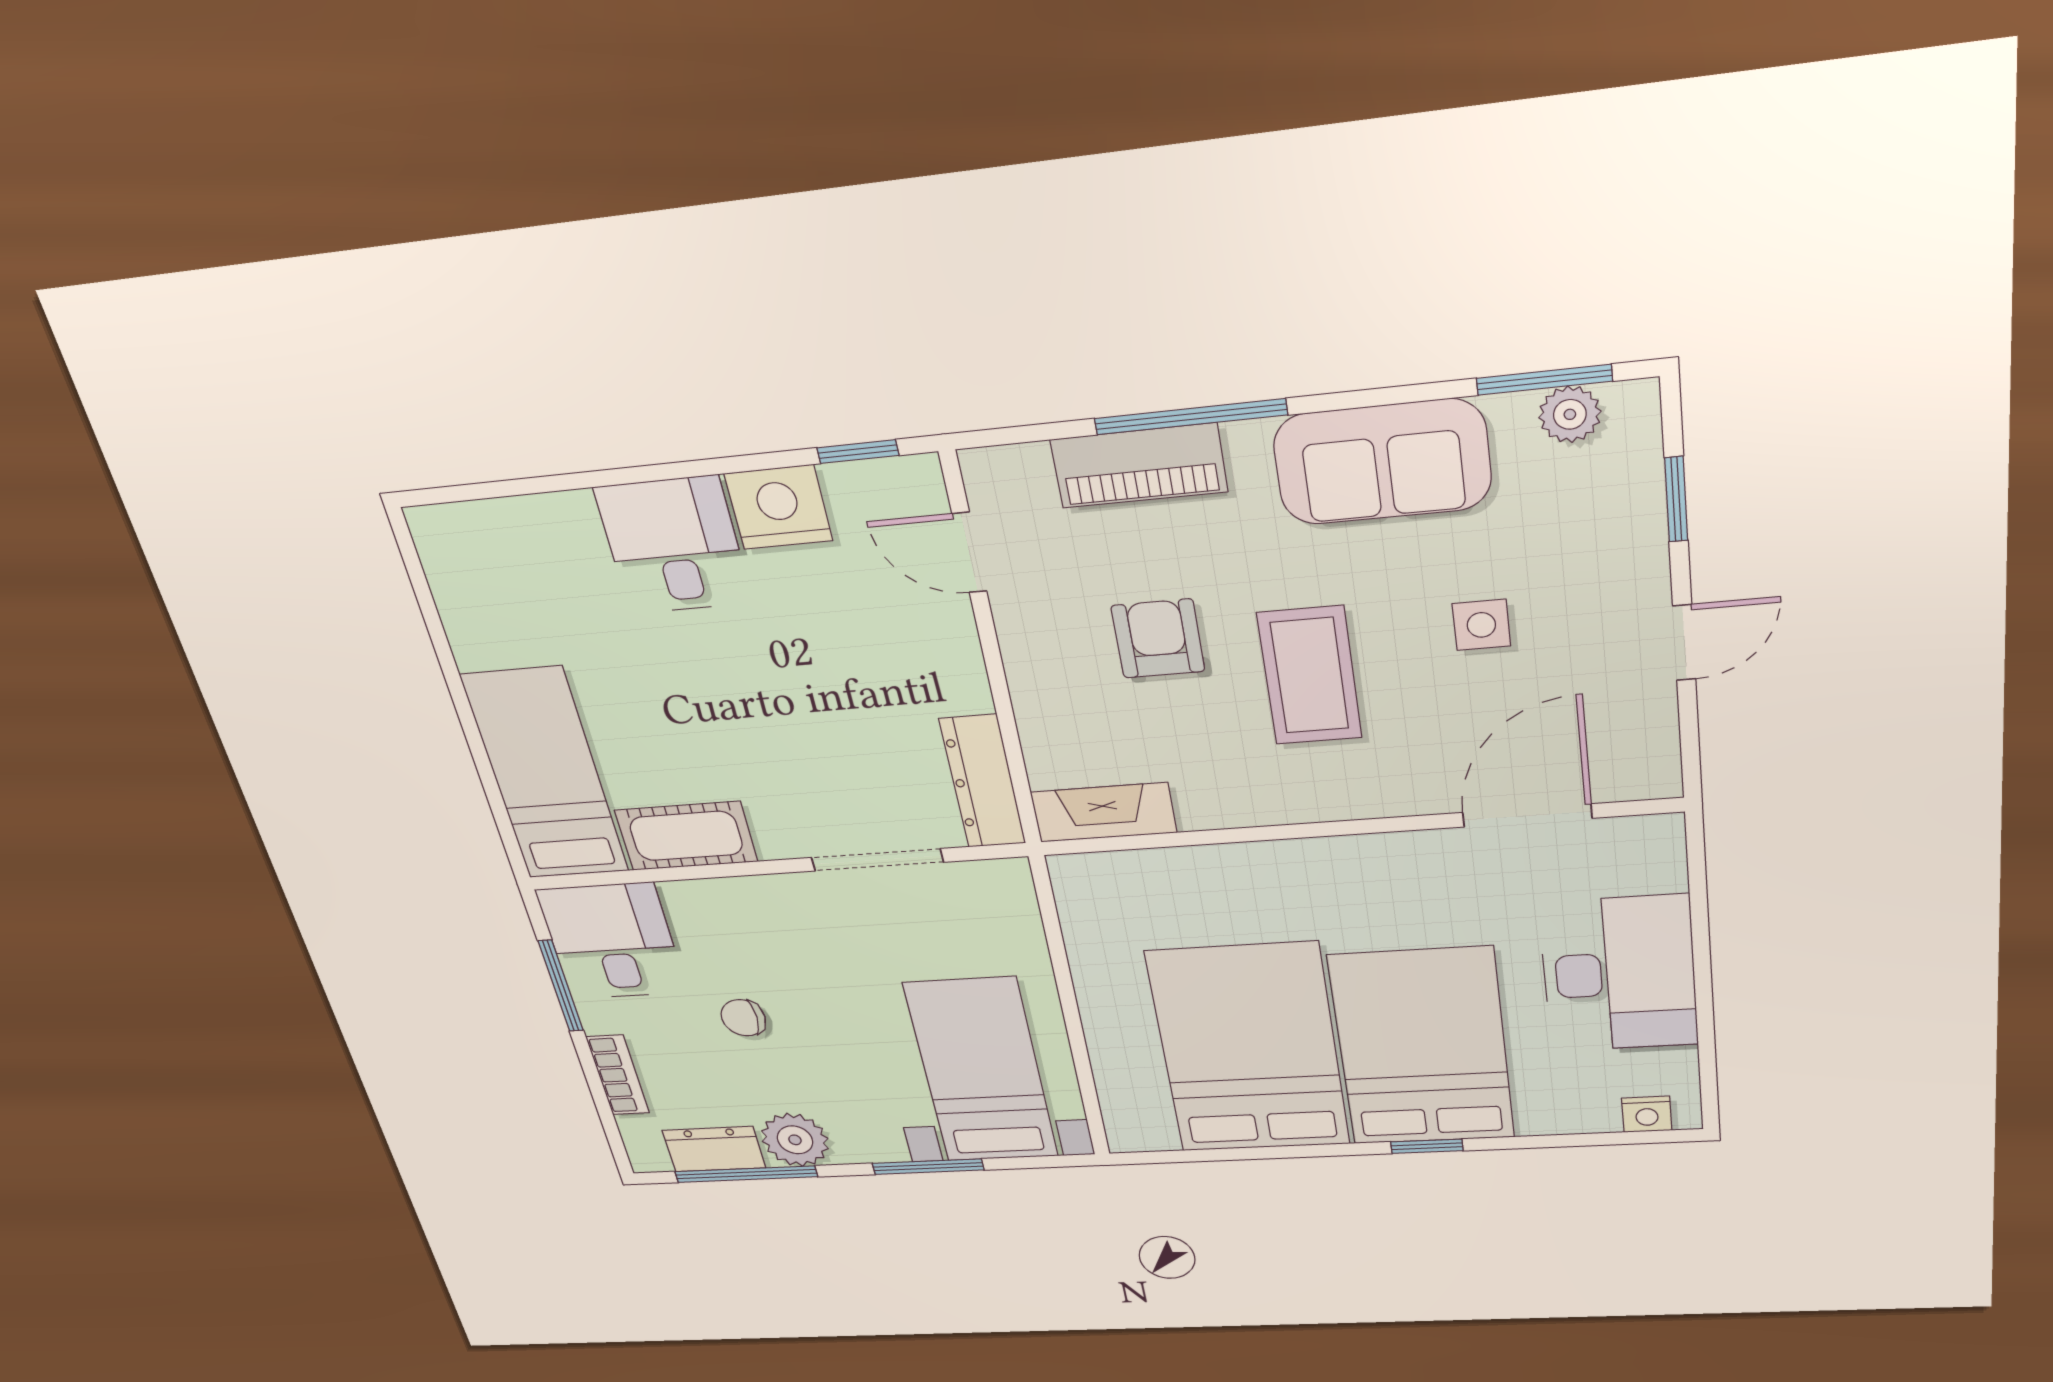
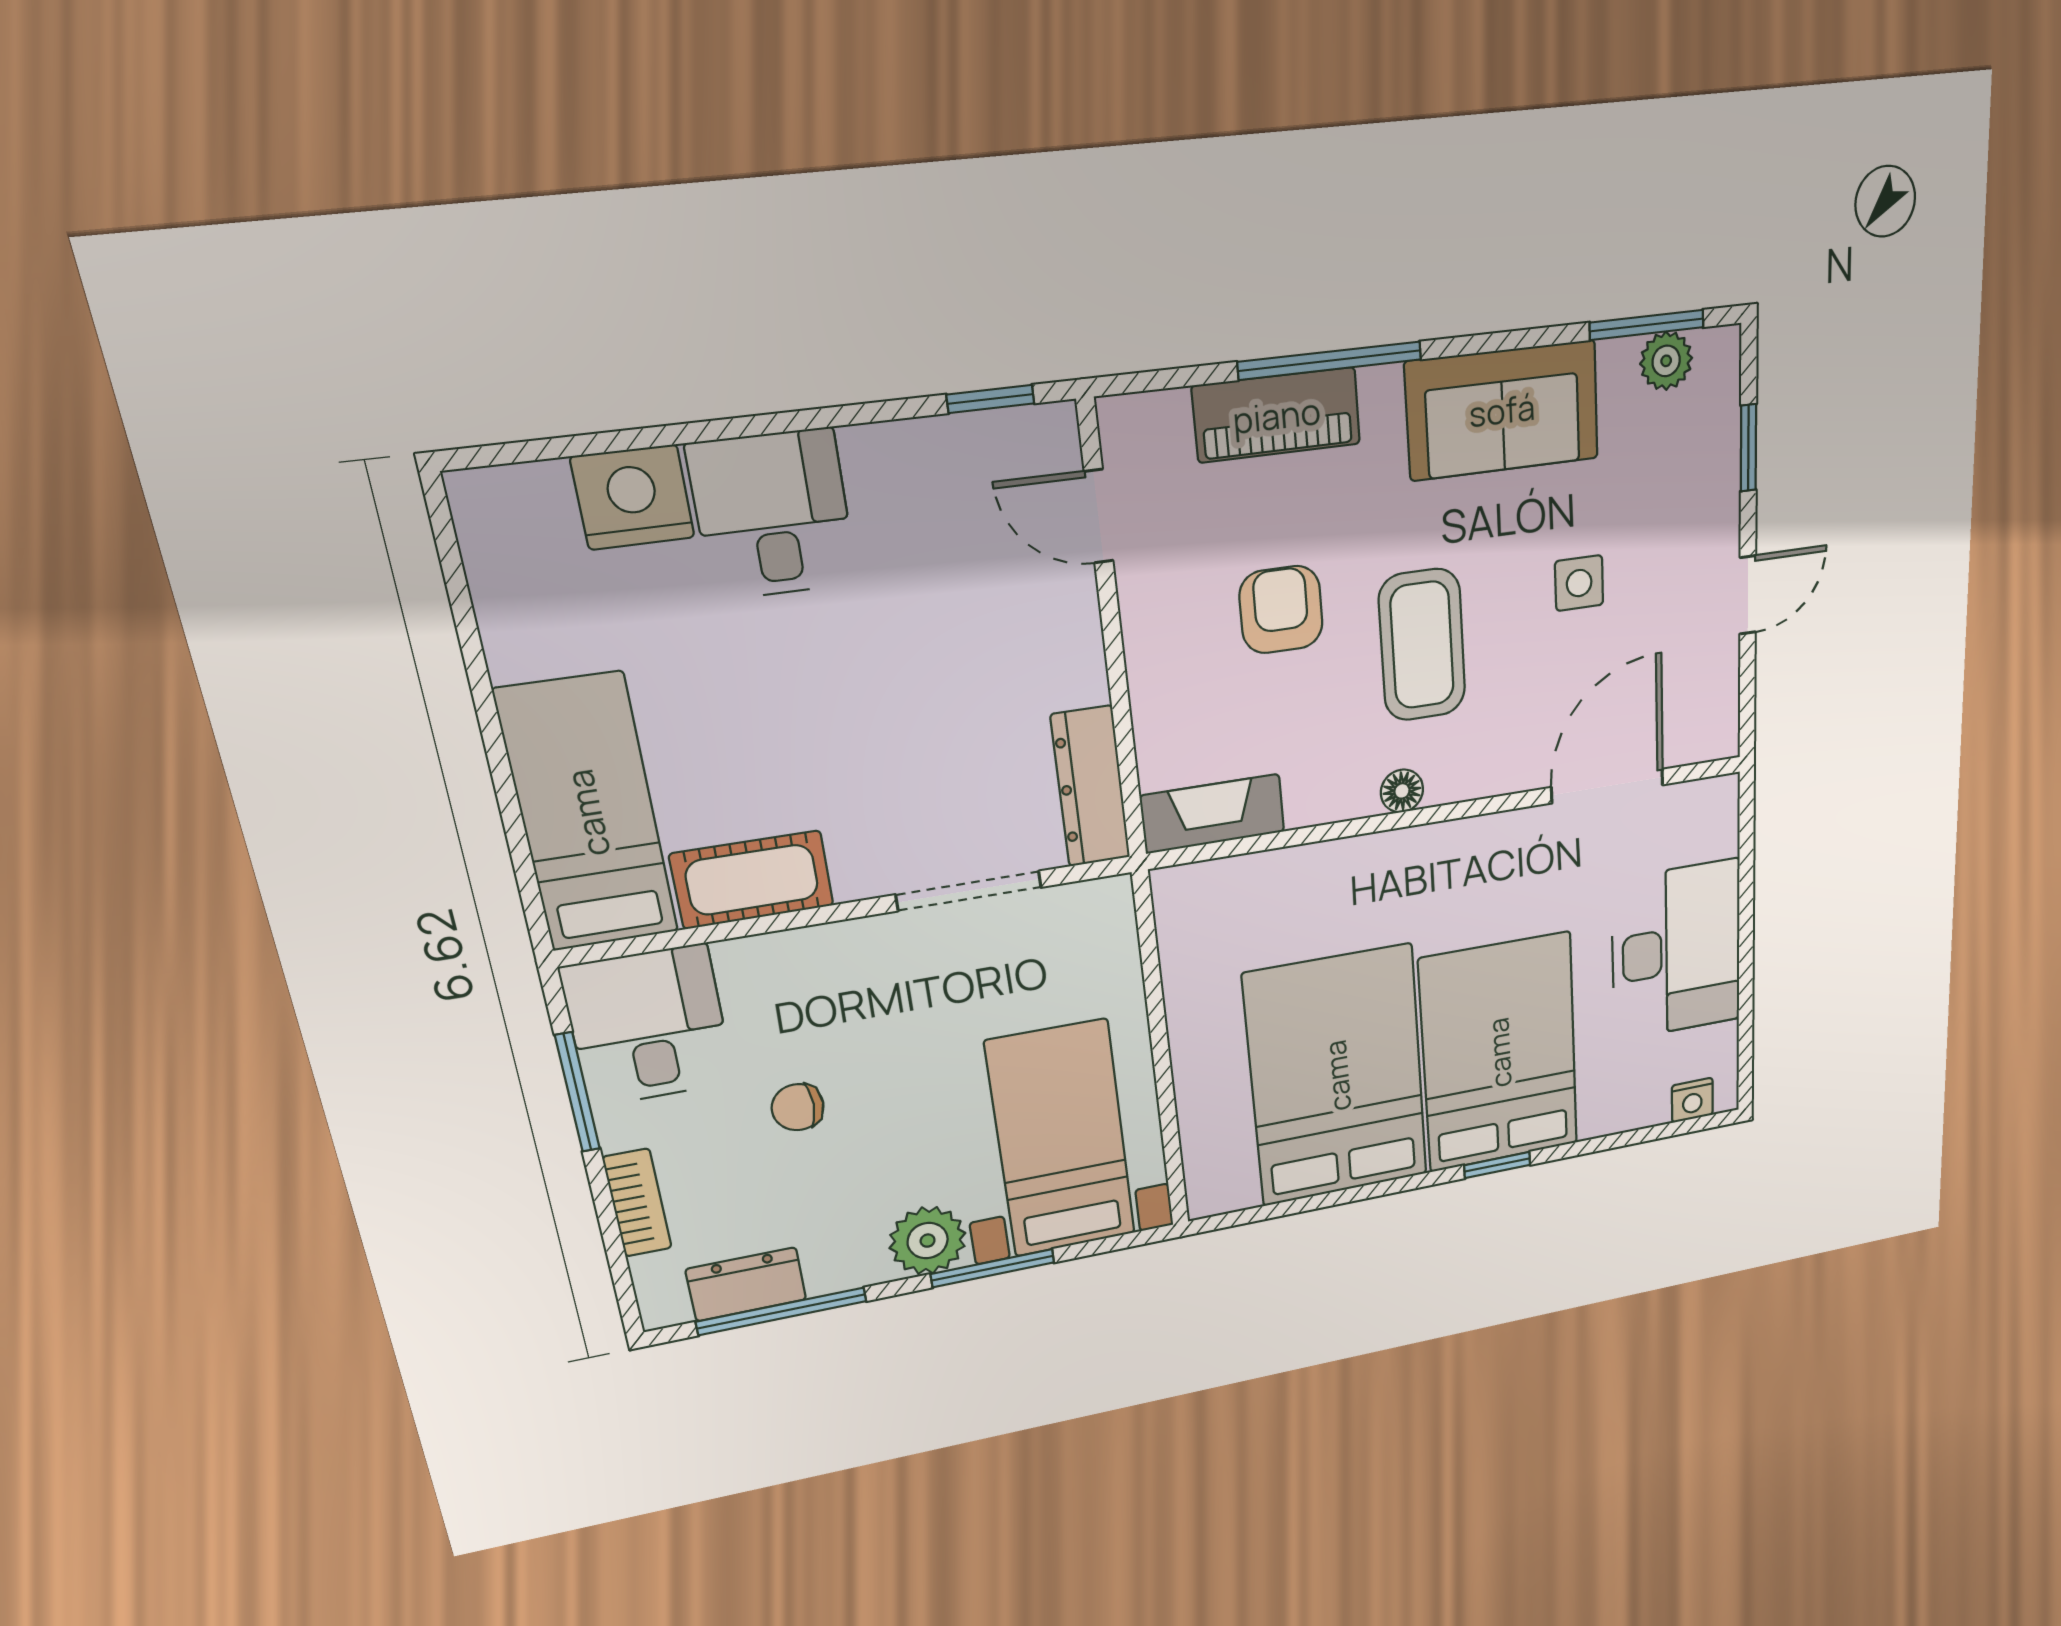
nightstand: (779, 507) -> (633, 497), moved
floor lamp: (1298, 805) -> (1402, 791), added
plant: (795, 1140) -> (928, 1241), moved

